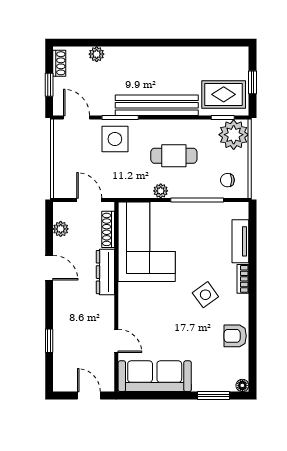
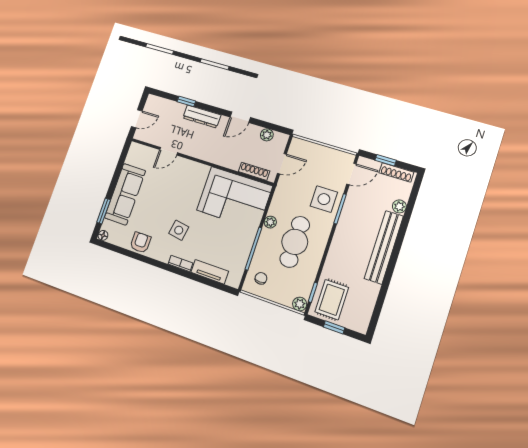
shoe rack: (59, 63) -> (396, 172), width x1.43
bench: (157, 105) -> (384, 247), moved
plant: (234, 135) -> (300, 304), width x0.53, depth x0.53
cafe table: (174, 156) -> (295, 242), width x1.37, depth x1.35
dresser: (105, 272) -> (202, 116), moved, turned 180
side table: (205, 295) -> (179, 230), turned 45
sofa: (155, 376) -> (125, 194), moved

